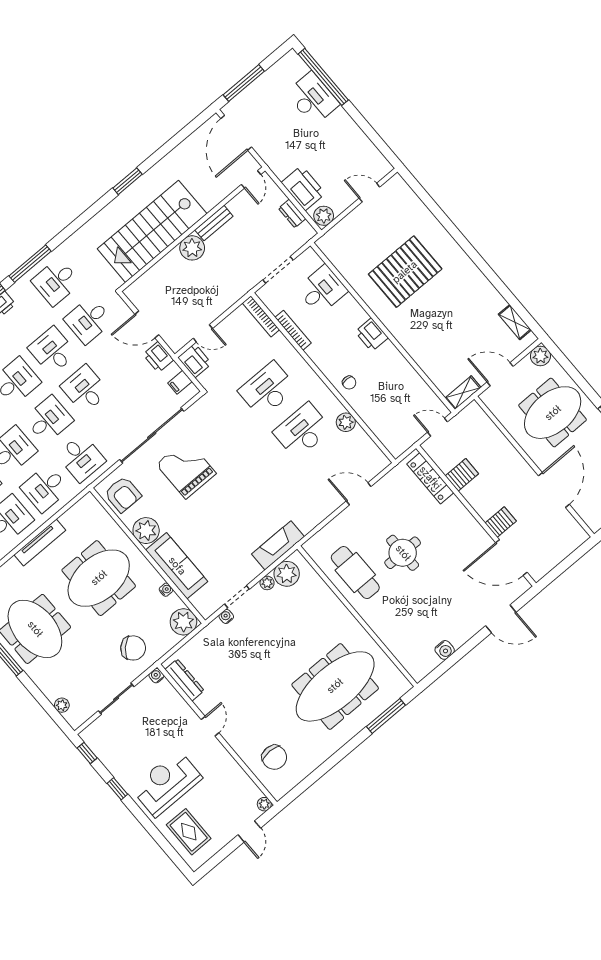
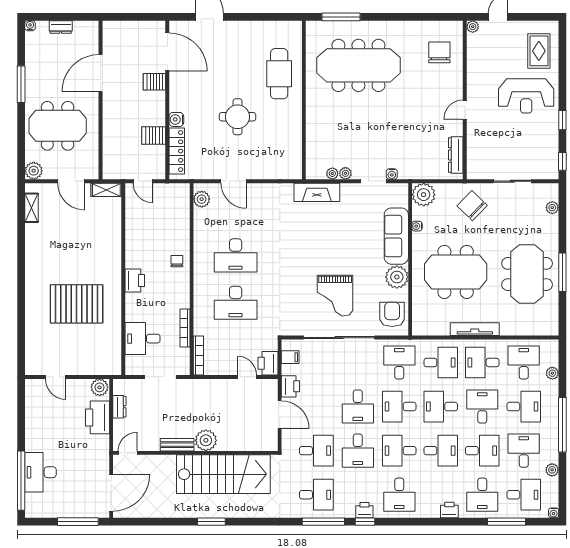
plant: (346, 422) -> (202, 199), moved
cafe table: (355, 573) -> (279, 74), moved
plant: (287, 574) -> (332, 173), width x0.53, depth x0.53
water cooler: (445, 650) -> (176, 119), moved, turned -90
water cooler: (156, 676) -> (472, 174), removed

